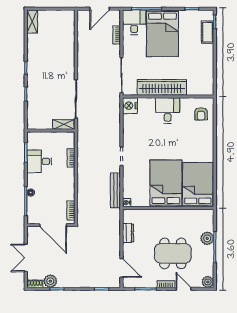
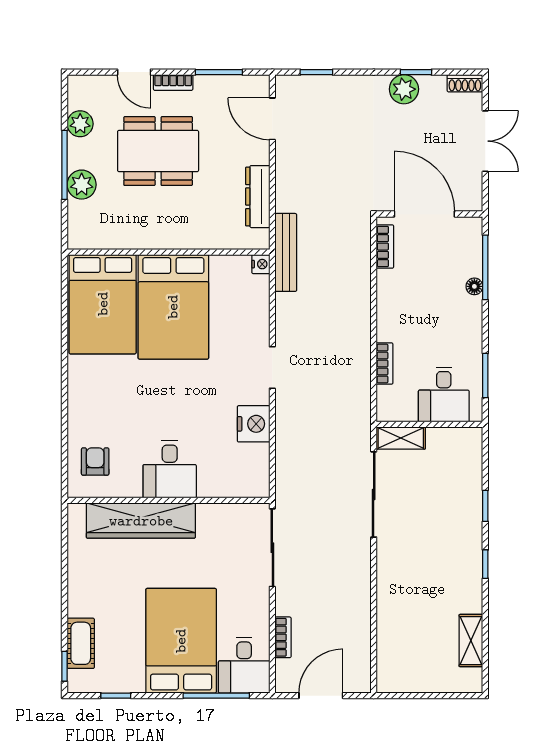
shelving: (32, 22) -> (471, 641), moved
wardrobe: (162, 87) -> (141, 521), moved
nightstand: (130, 106) -> (254, 424), moved
desk: (39, 161) -> (444, 394), moved, turned 90
bench: (115, 190) -> (286, 252), moved
dresser: (128, 233) -> (258, 197), width x1.44
plant: (50, 281) -> (404, 89), moved
plant: (208, 282) -> (80, 124), moved

